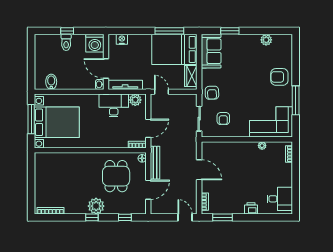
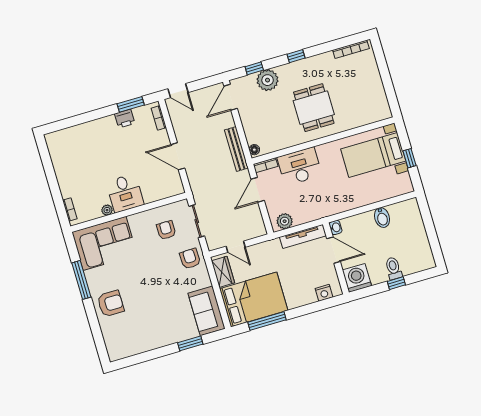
plant: (266, 40) -> (141, 346), removed
bidet: (51, 82) -> (382, 218), moved
door: (161, 92) -> (236, 247), moved
desk: (114, 105) -> (300, 166), moved, turned 180
window: (31, 119) -> (409, 158), width x0.46
bed with nightstands: (57, 122) -> (373, 155), width x0.73
dining table: (116, 176) -> (314, 108), moved
door: (148, 190) -> (231, 97), moved
desk: (280, 199) -> (125, 193), moved, turned -90
plant: (96, 206) -> (268, 80), moved
printer: (251, 208) -> (125, 119), moved

